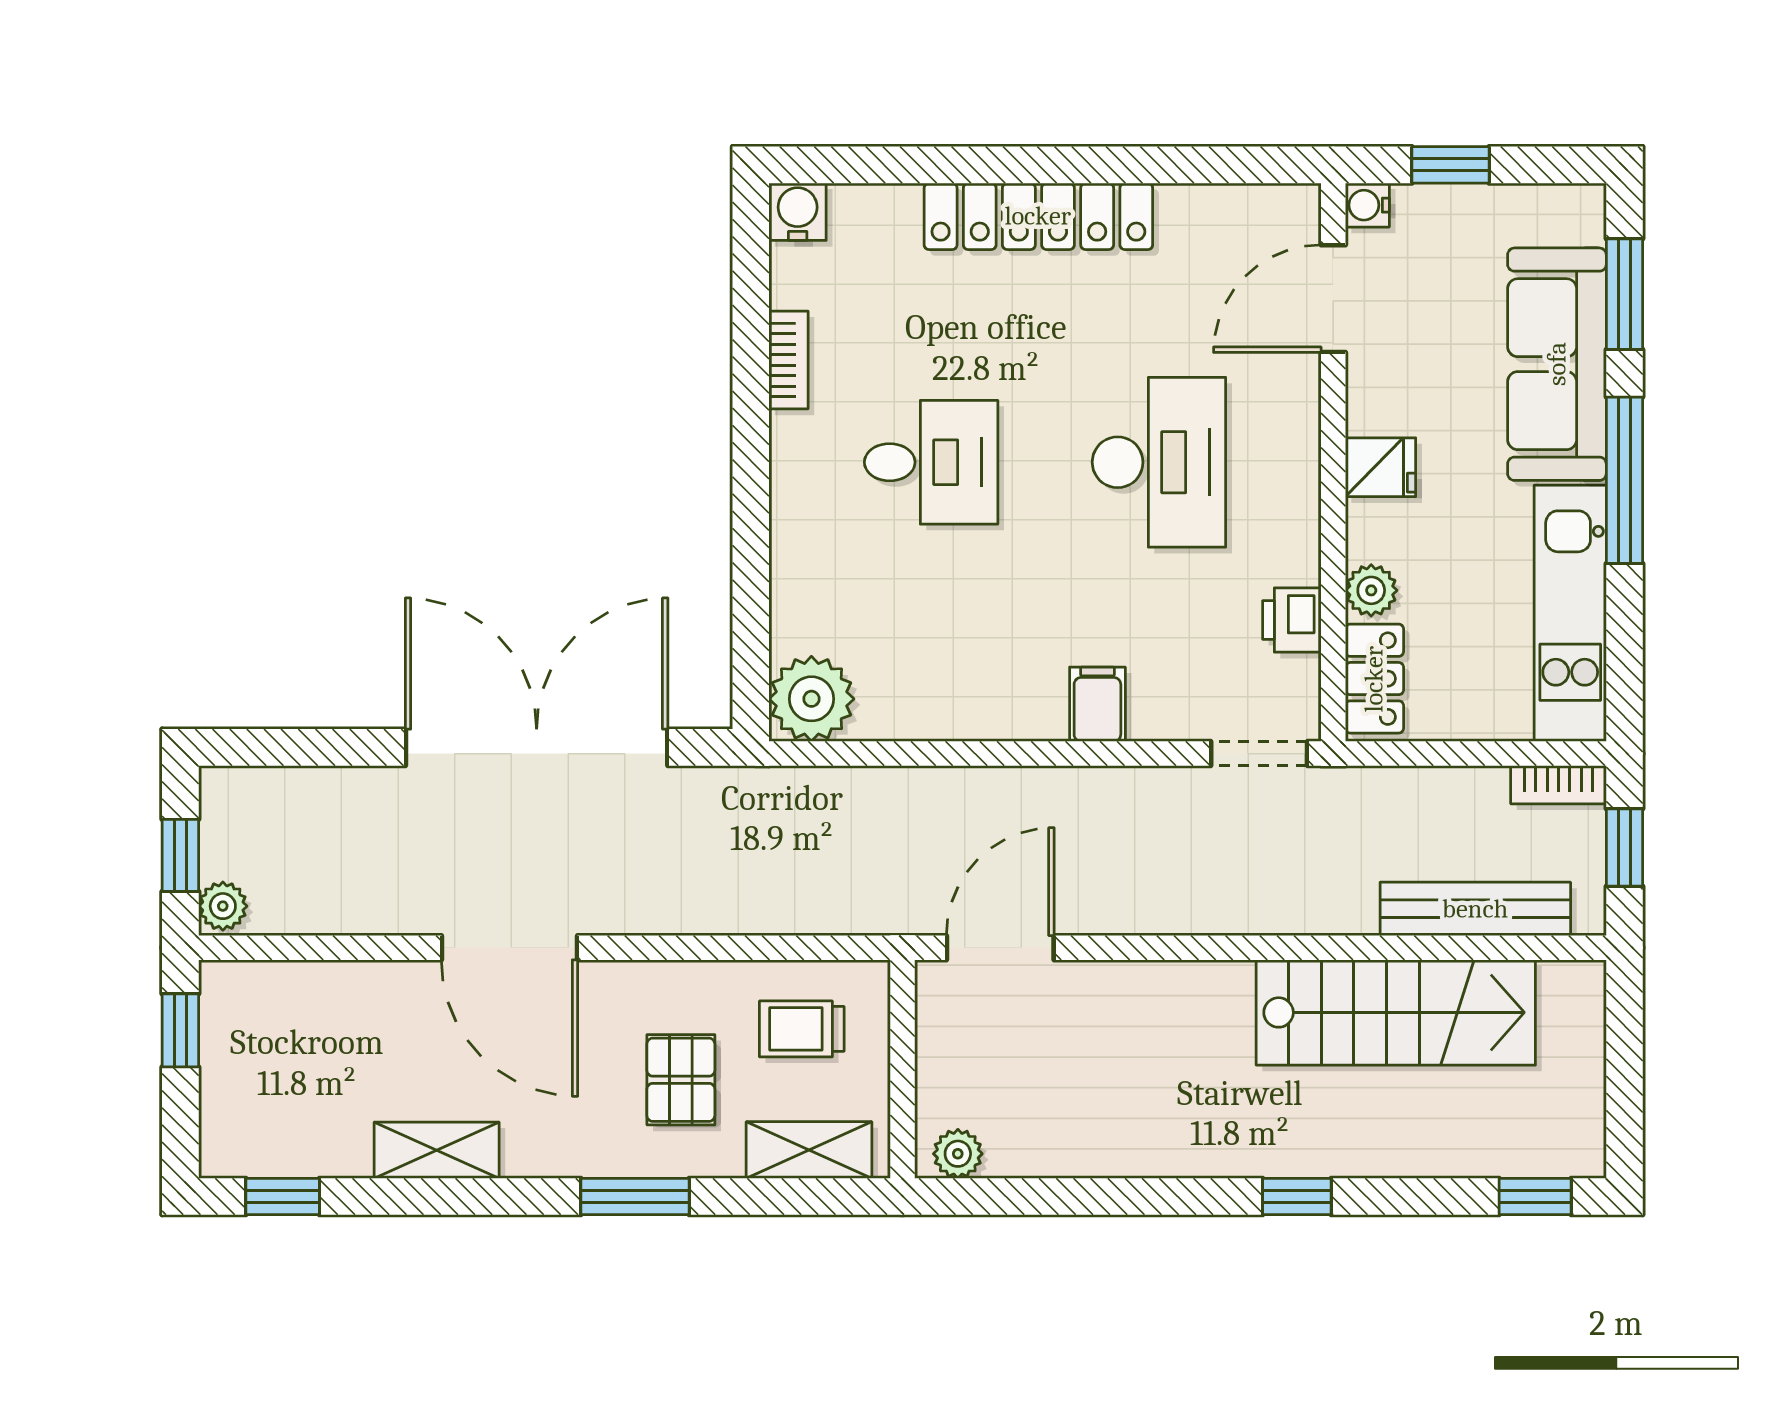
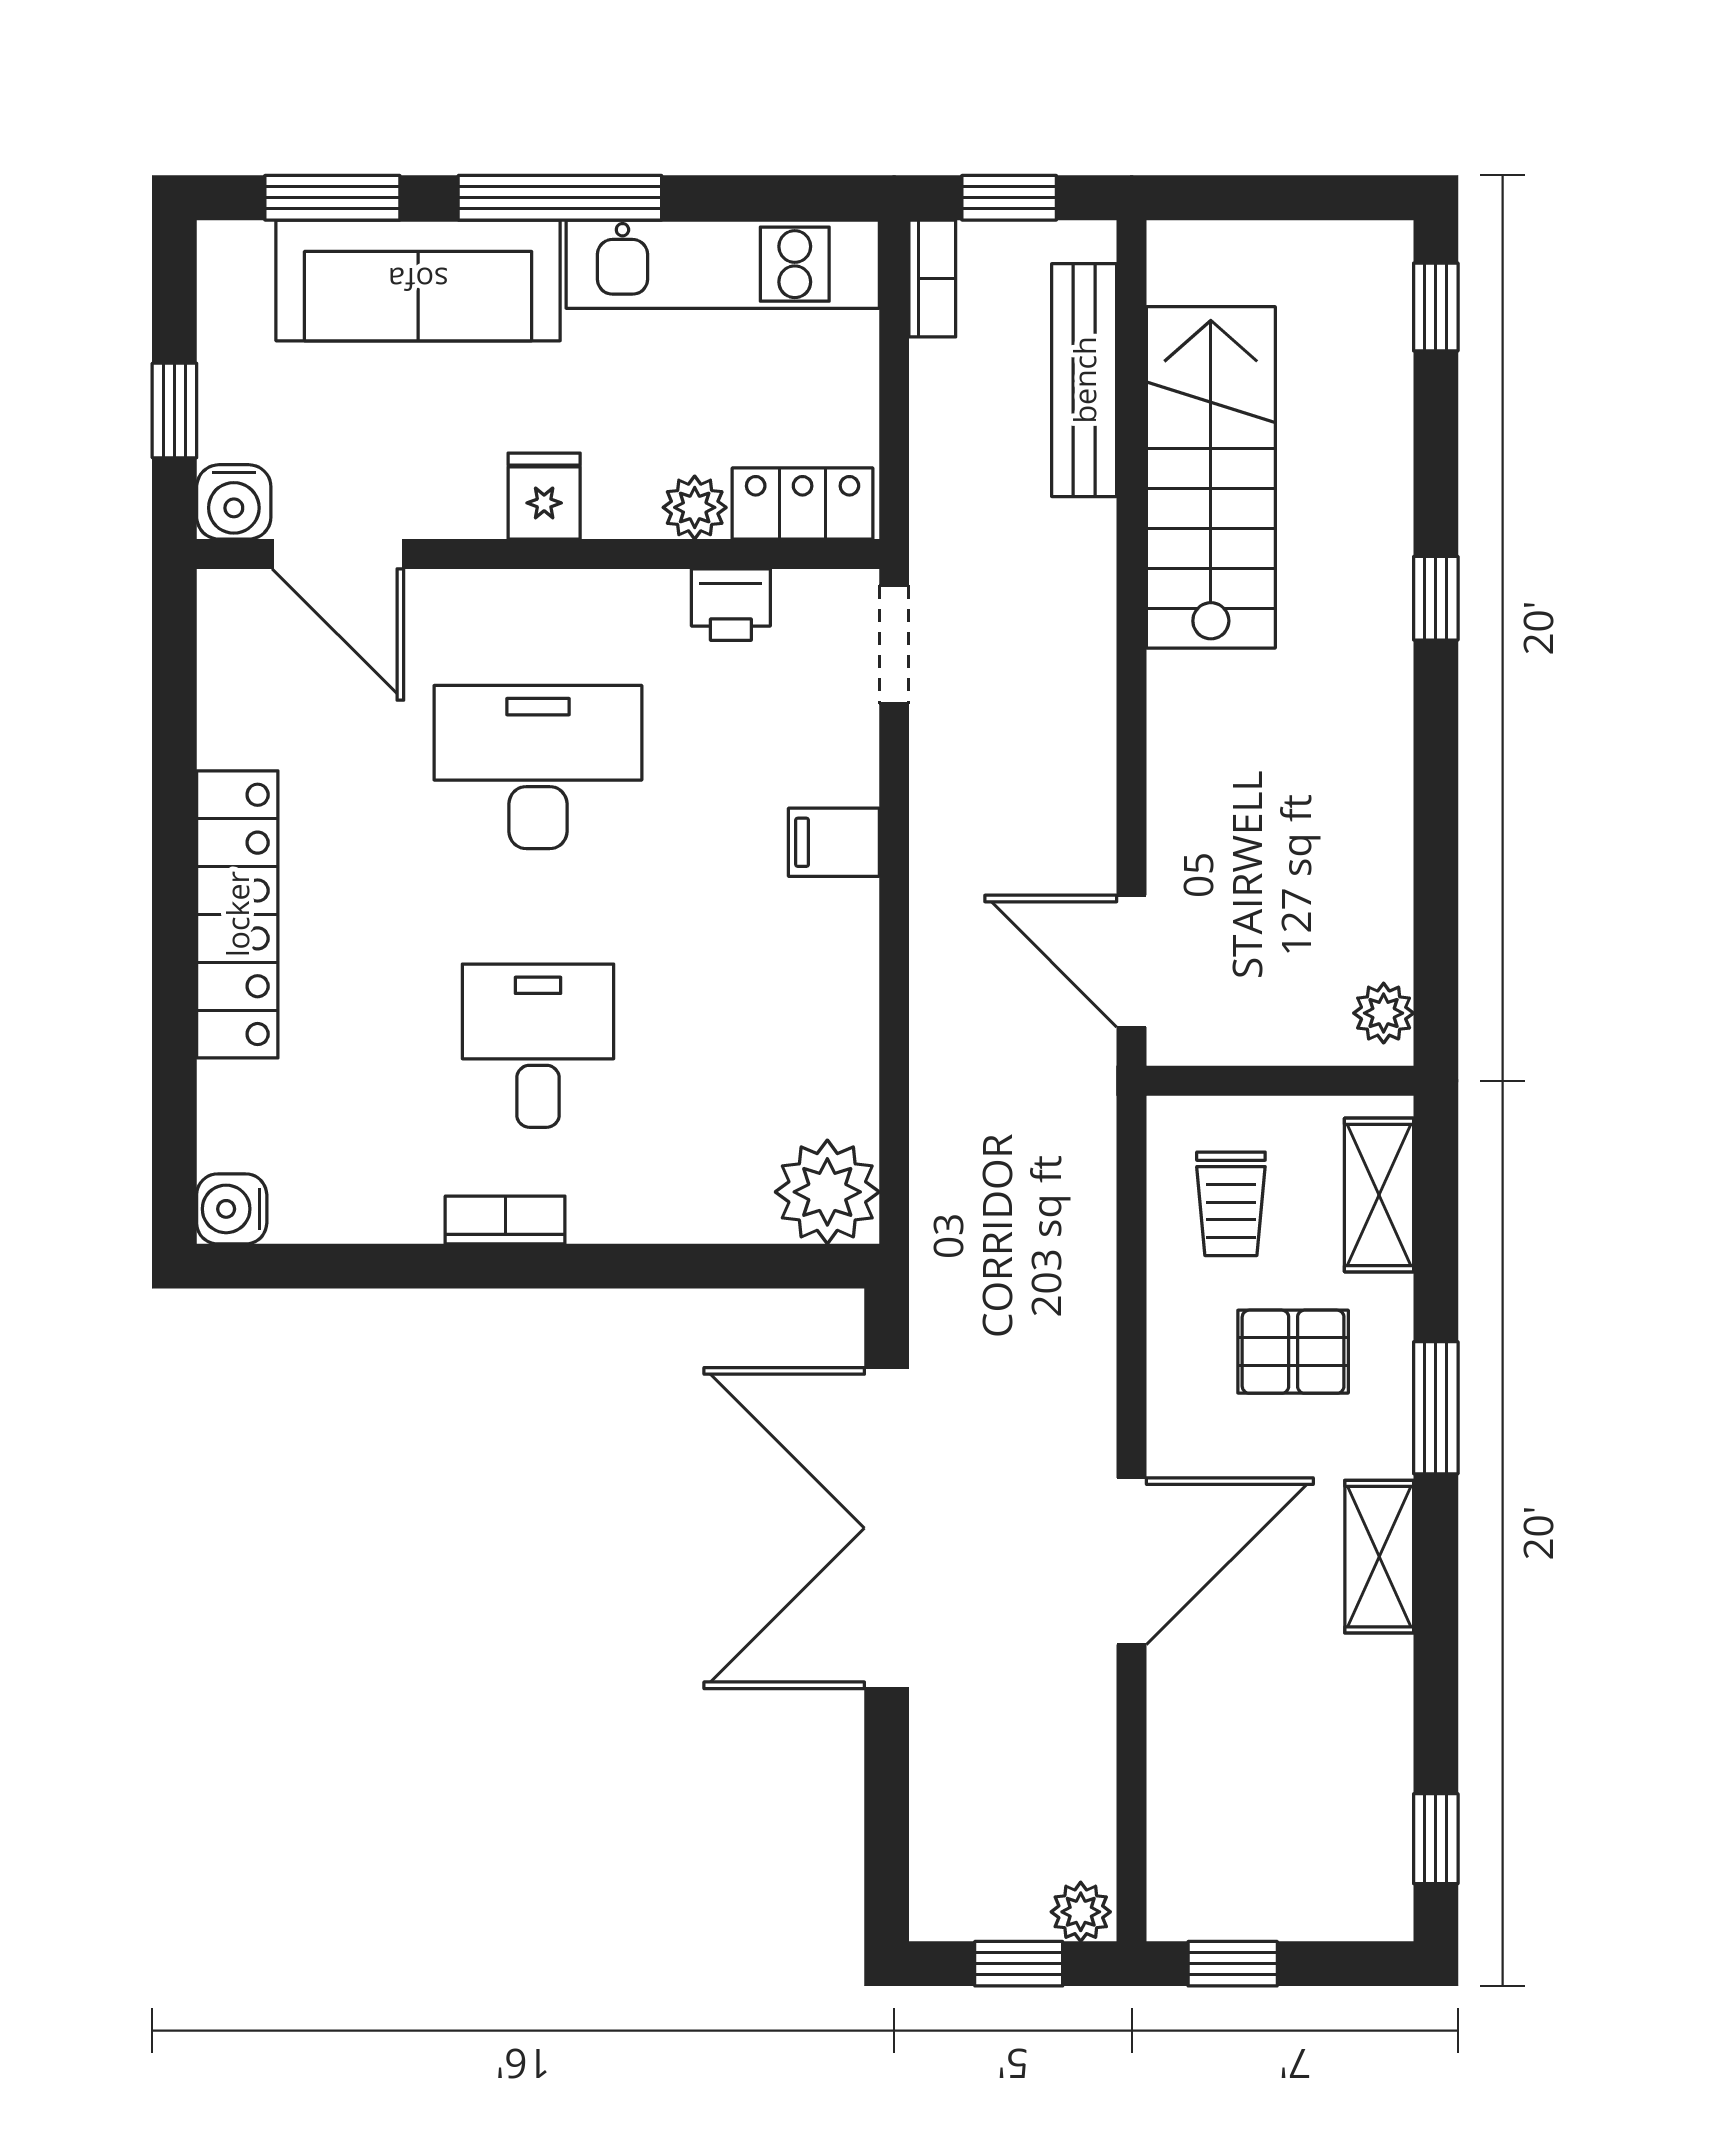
water cooler: (1367, 205) -> (234, 502), width x1.38, depth x1.38
bookcase: (789, 360) -> (505, 1220), moved
shelving: (437, 1150) -> (1379, 1557), moved

